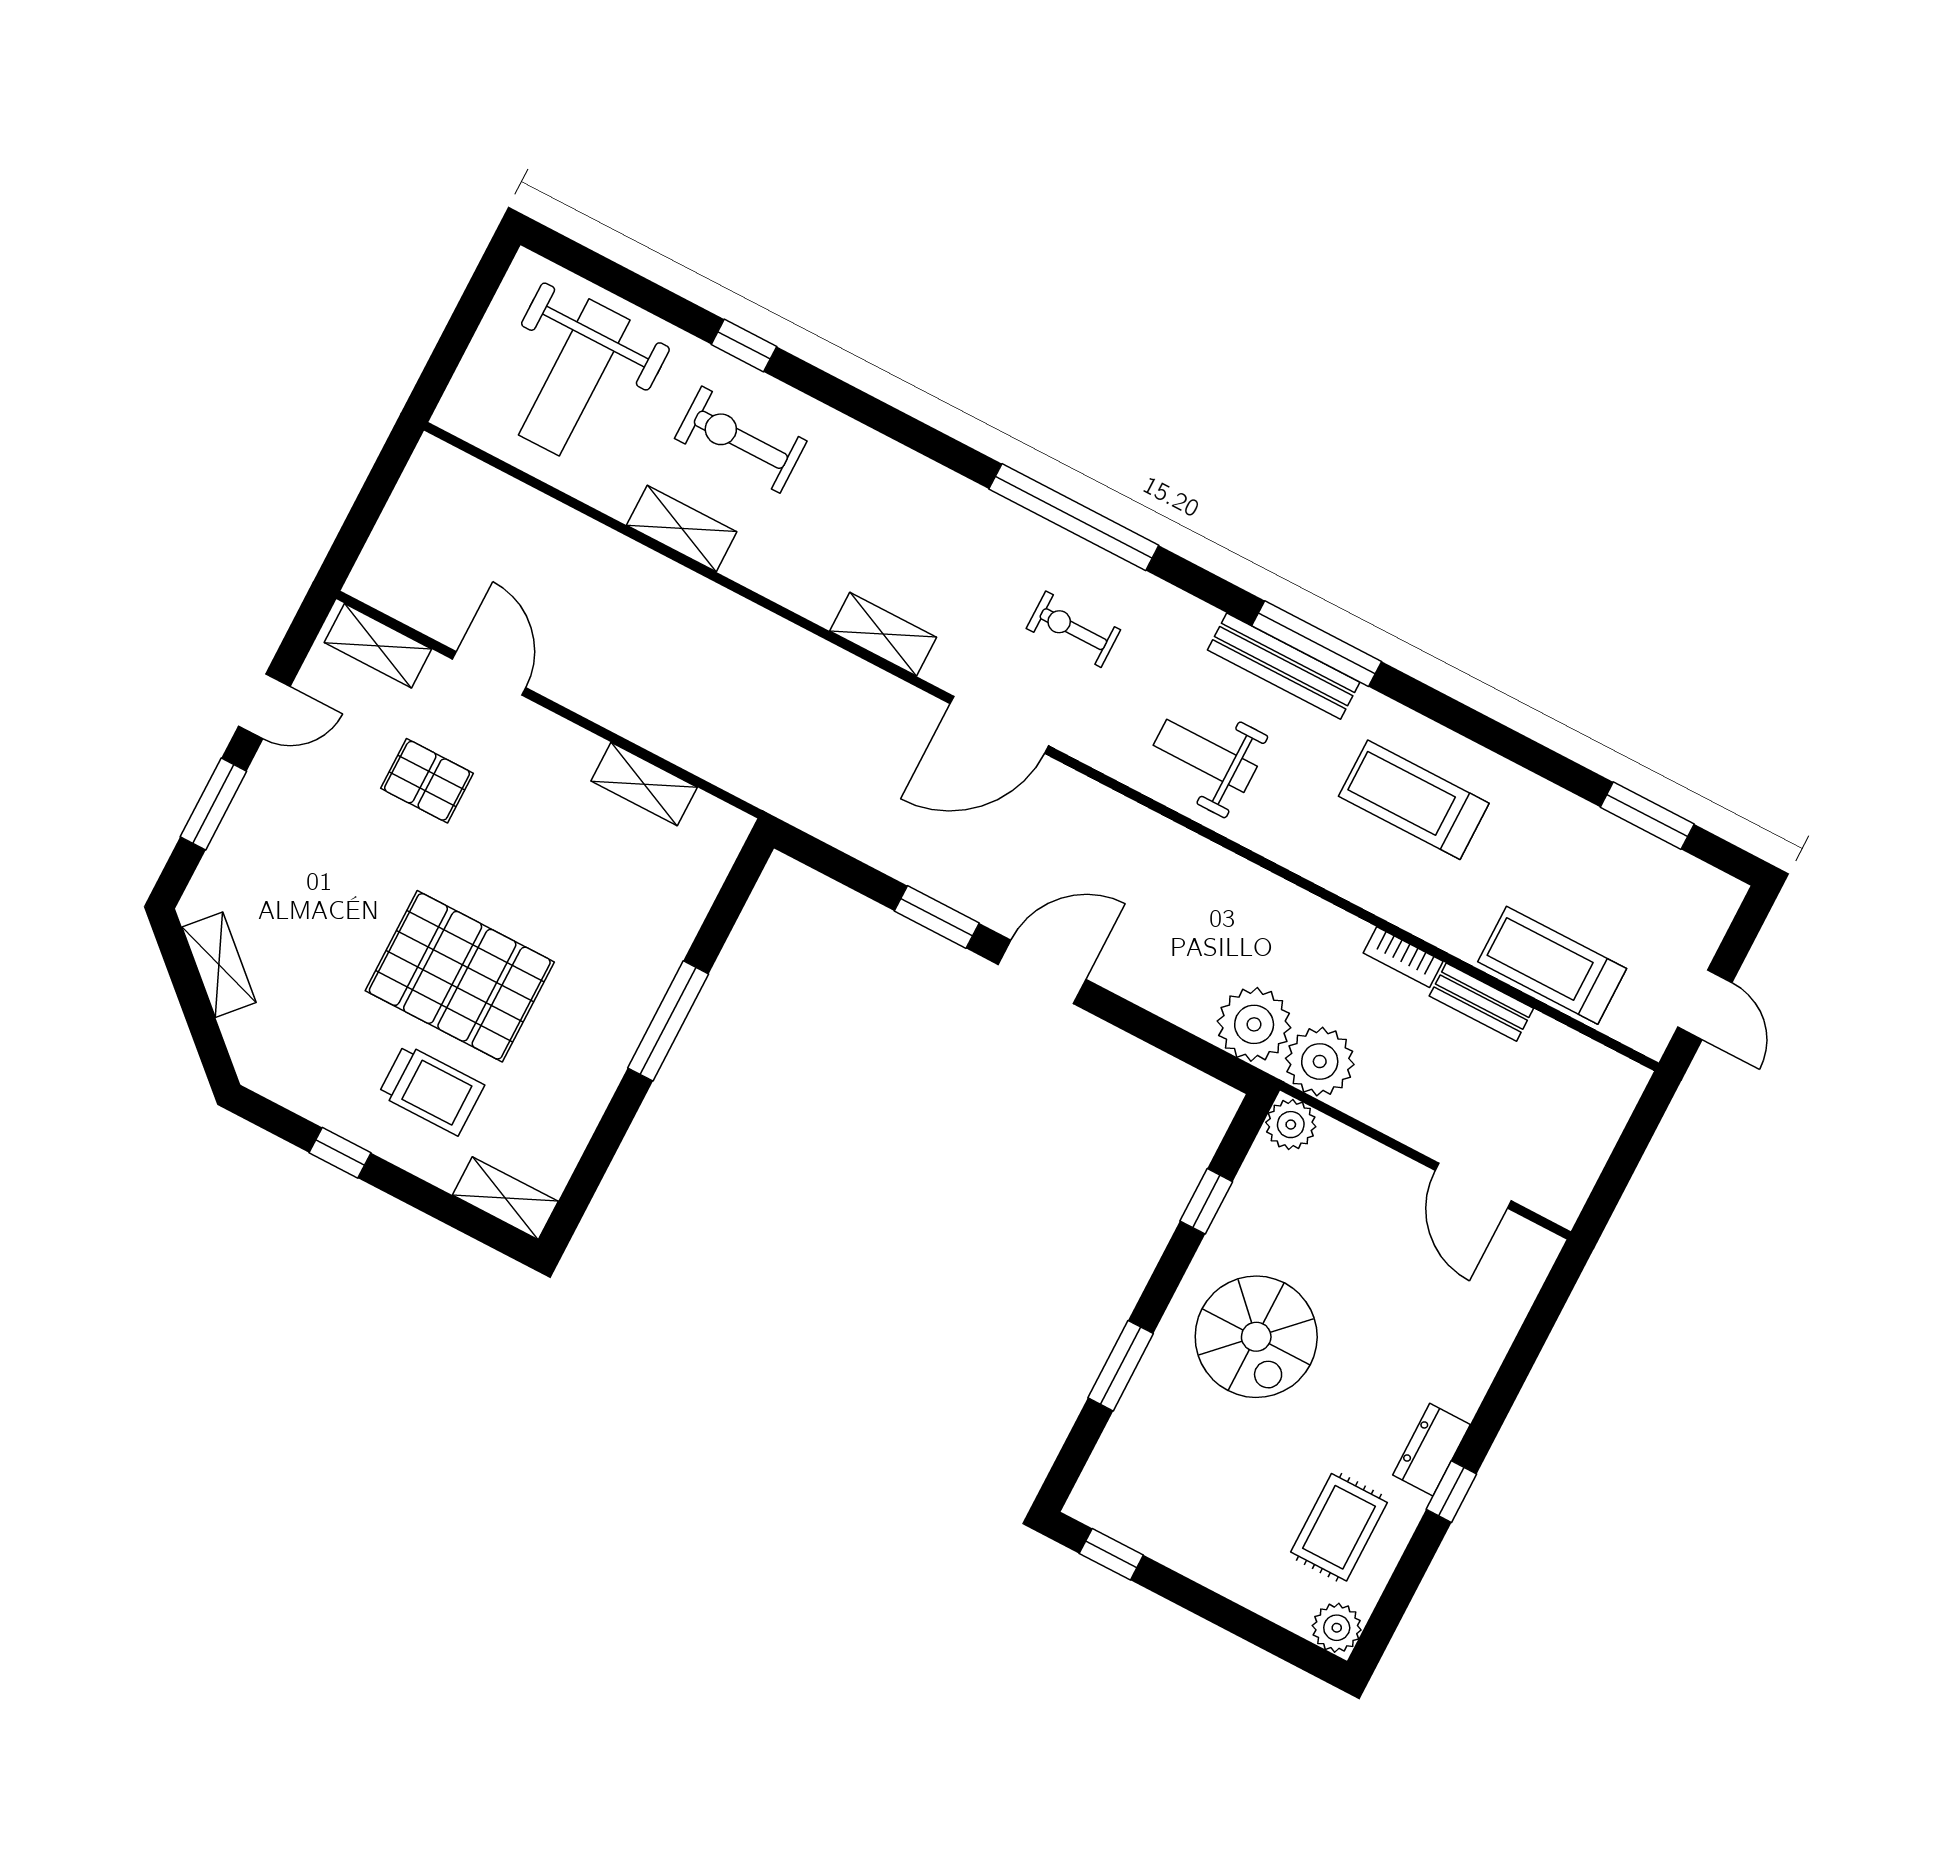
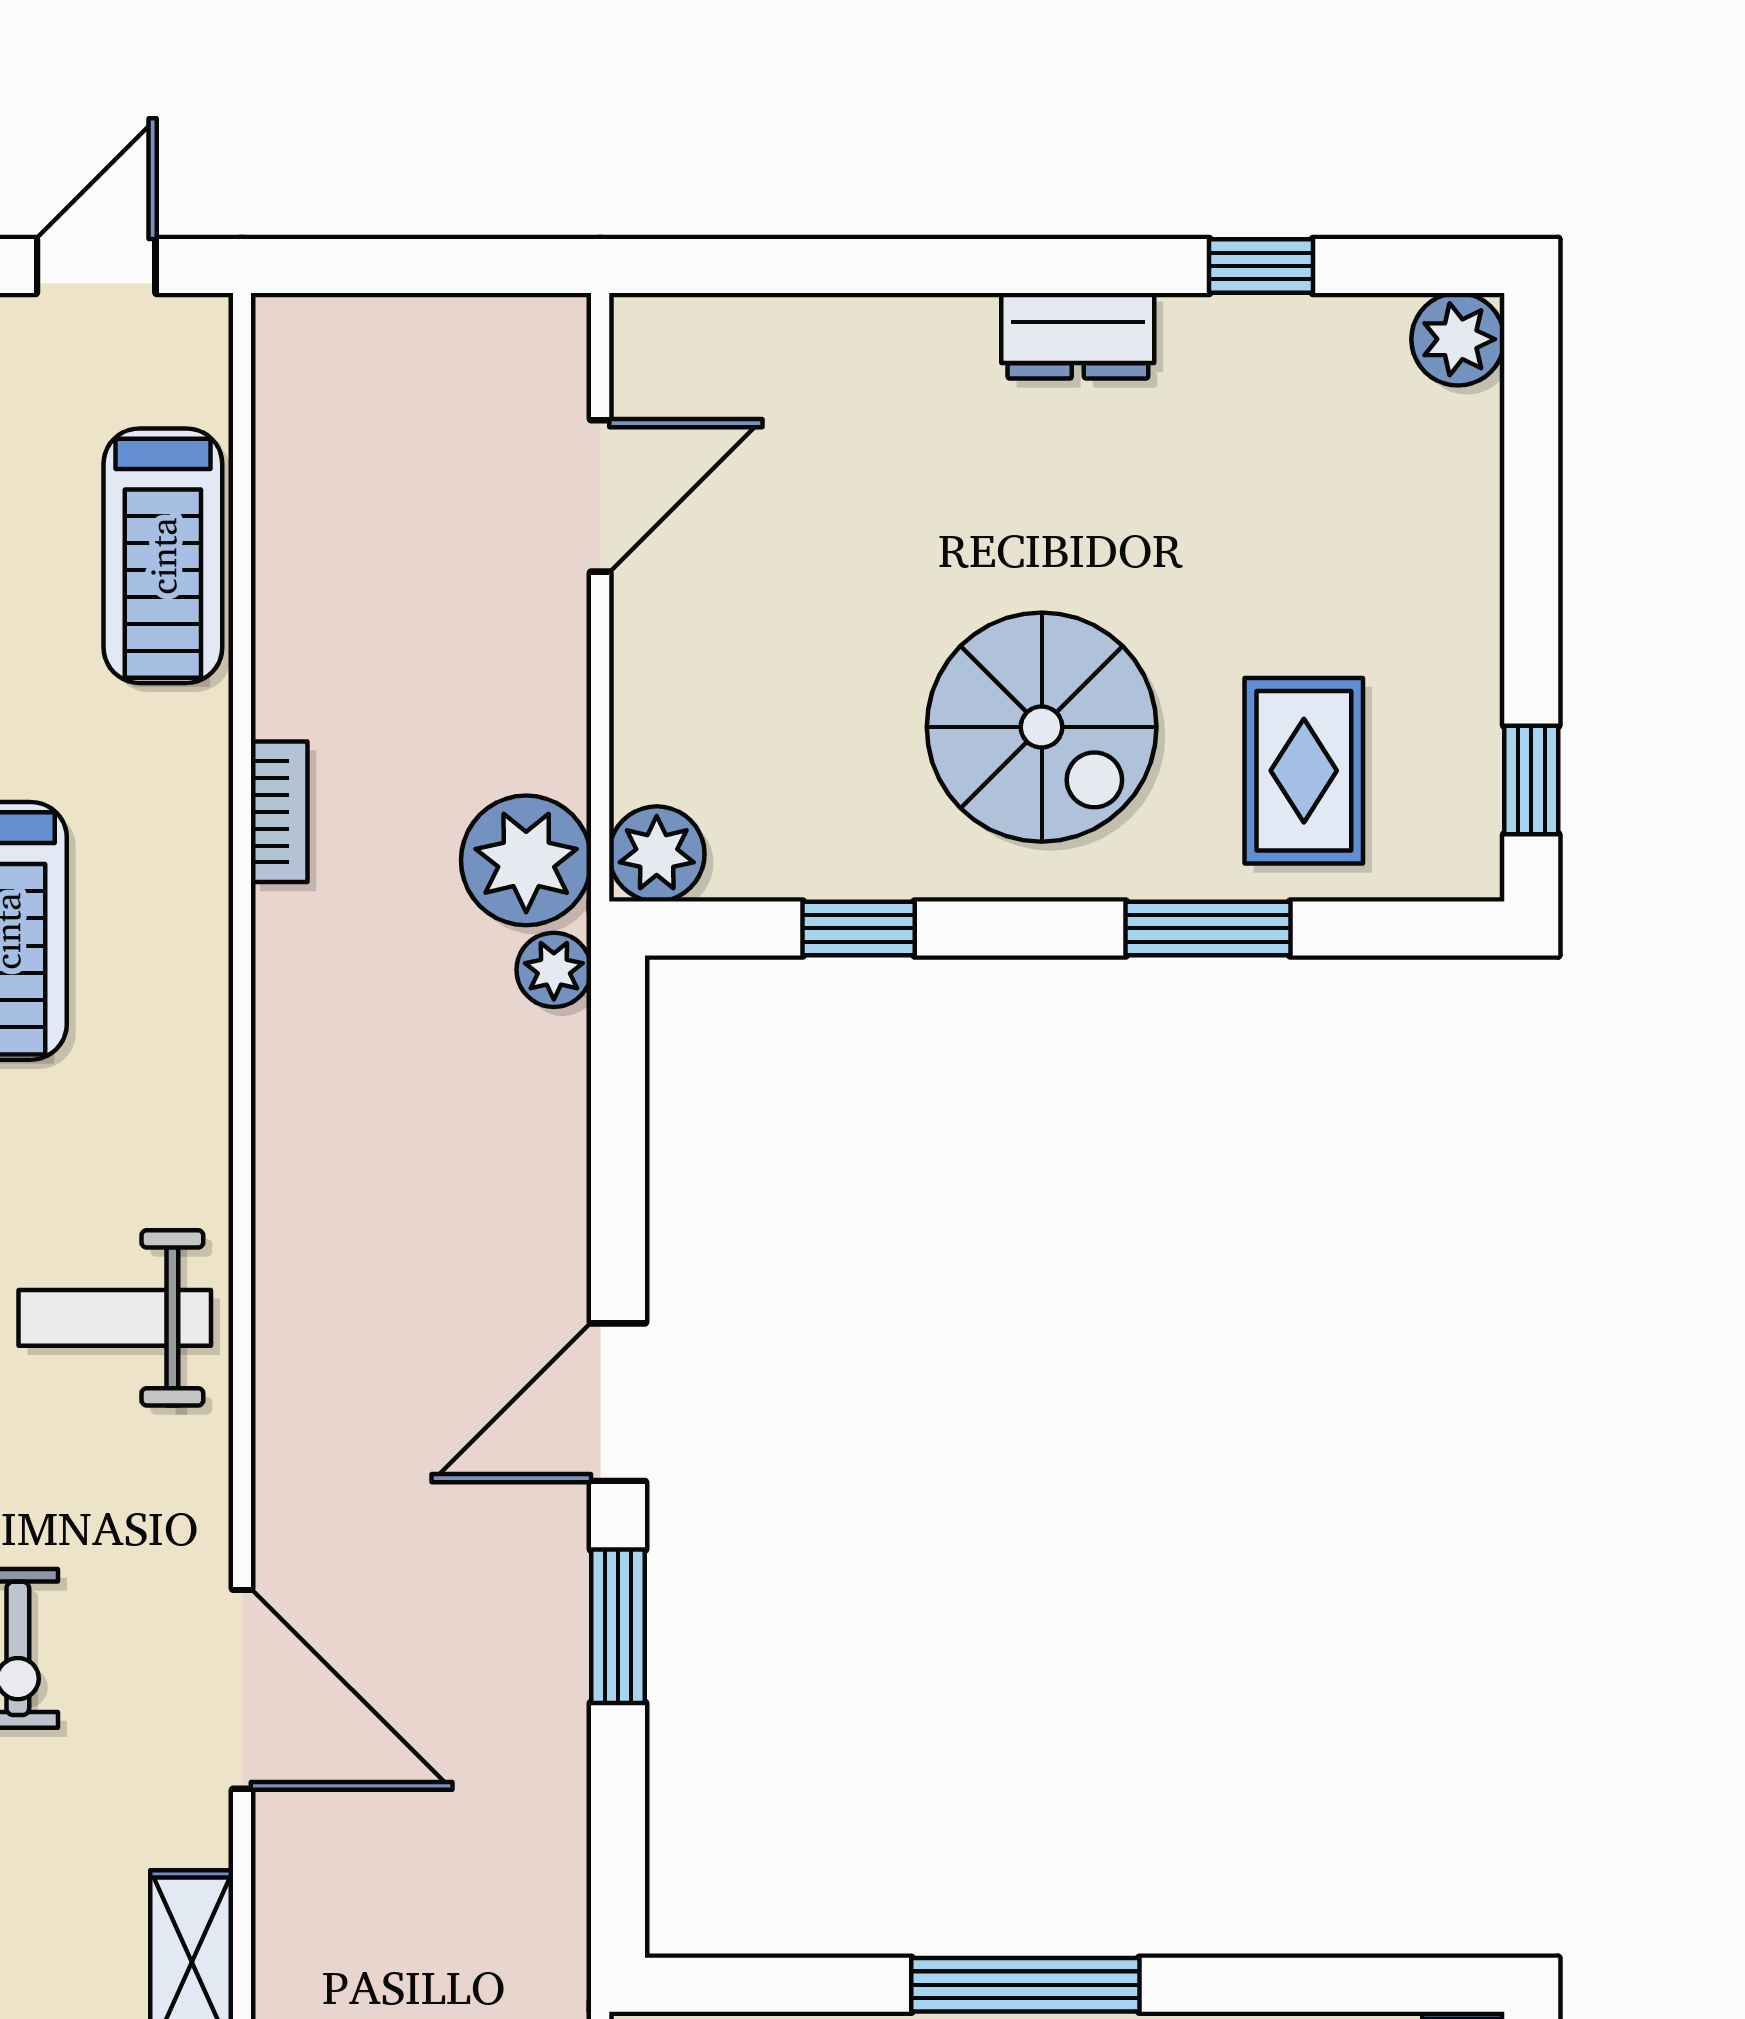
weight bench: (1205, 756) -> (115, 1318), turned 90
door: (1042, 972) -> (618, 1402), hinge flipped
bench: (1481, 1002) -> (286, 642), removed
plant: (1254, 1024) -> (554, 970), width x0.53, depth x0.53
spiral stairs: (1256, 1337) -> (1042, 727), turned 90
window: (1451, 1492) -> (1261, 266), moved
rug: (1339, 1527) -> (1304, 771), moved, turned 90

